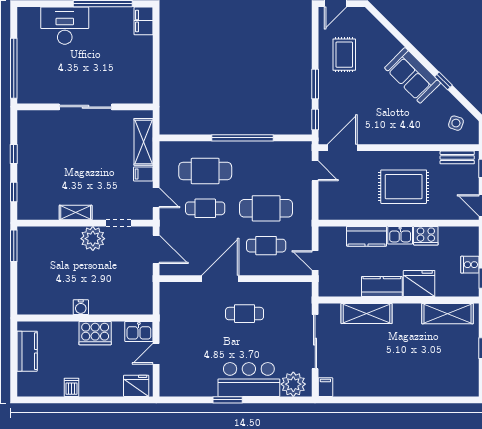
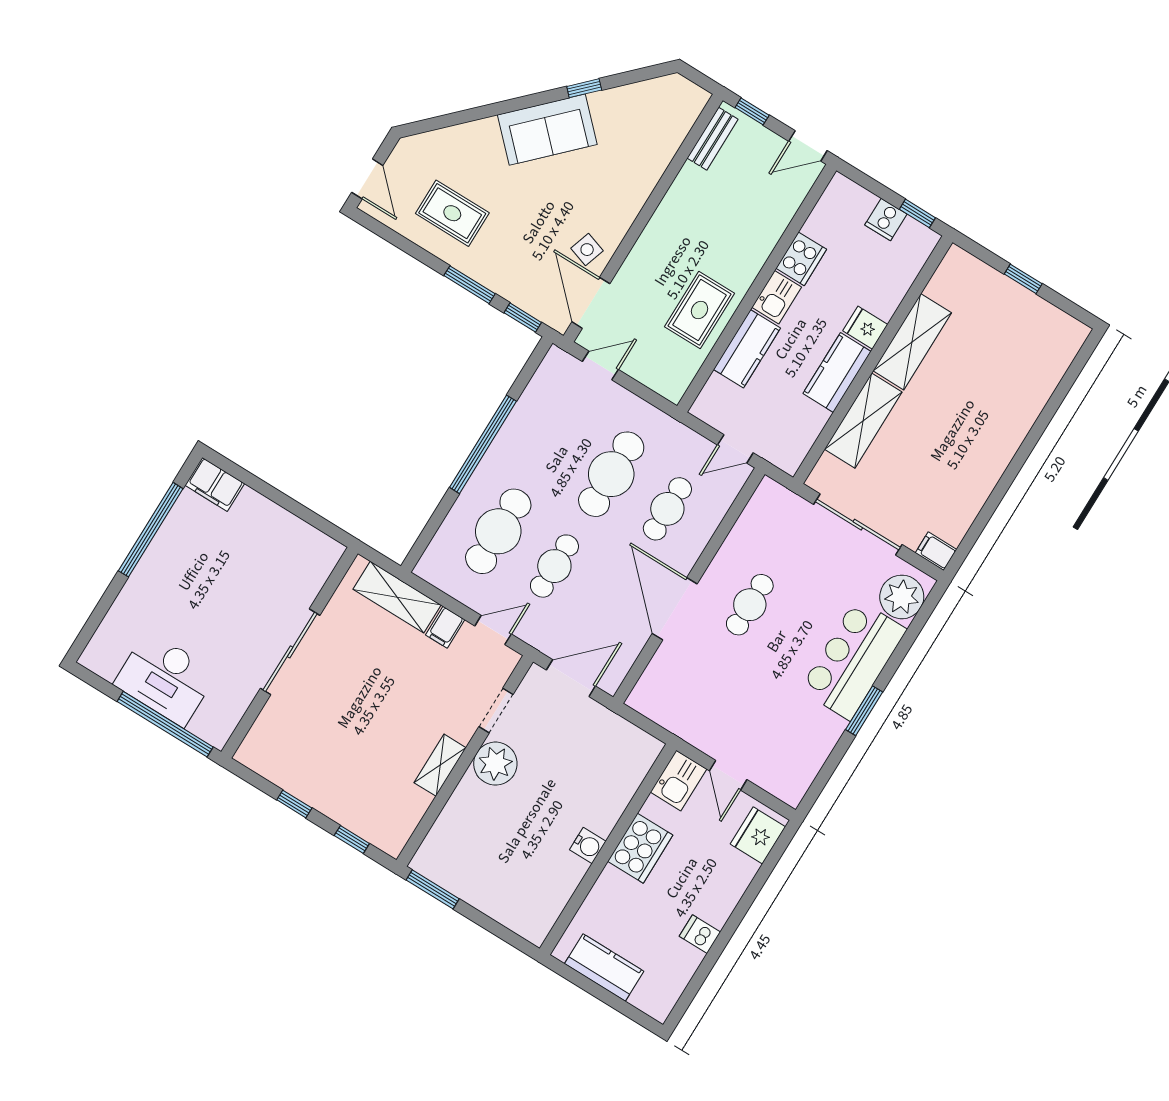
desk: (65, 26) -> (165, 679), moved, turned -90
side table: (456, 123) -> (587, 250), moved
rug: (404, 187) -> (699, 310), moved, width x0.73, depth x0.70
fridge: (419, 284) -> (865, 328), width x0.53, depth x0.75
shelving: (447, 314) -> (912, 342), moved

